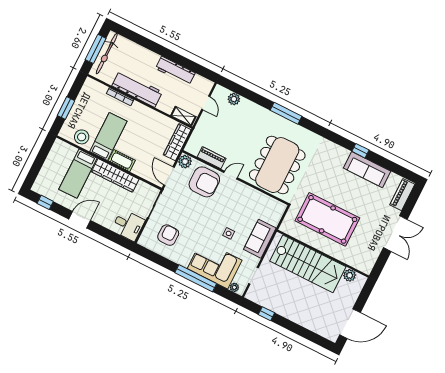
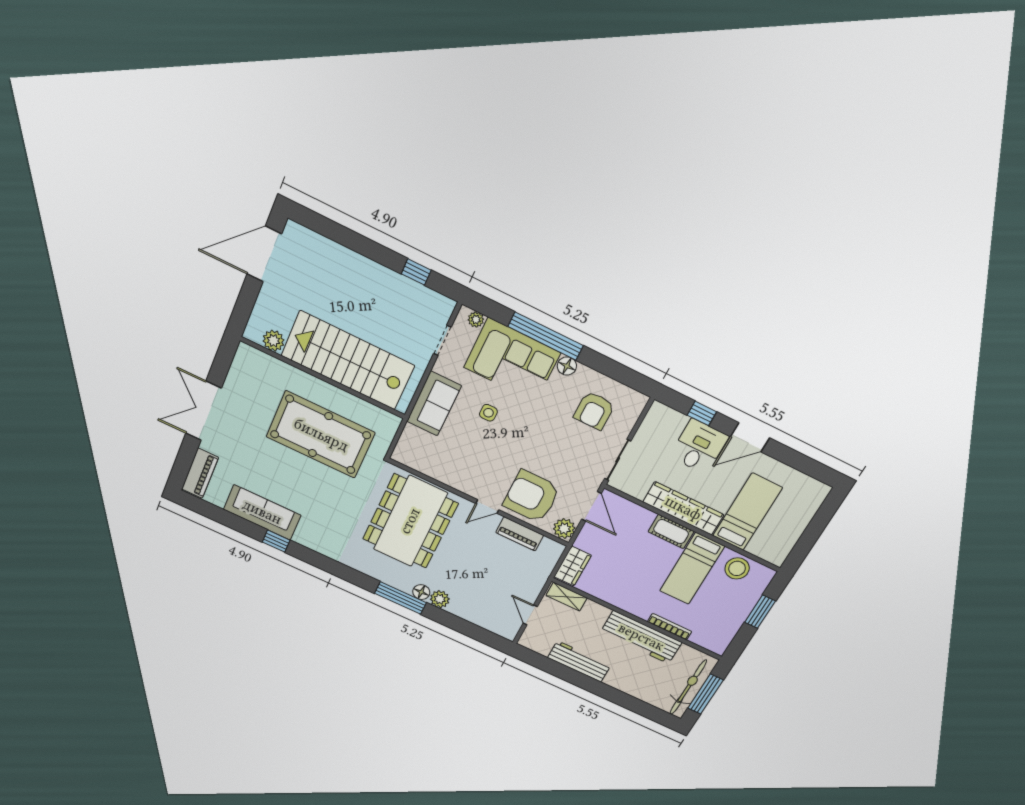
plant: (234, 99) -> (440, 599), moved
floor lamp: (273, 118) -> (421, 592), added
wardrobe: (177, 142) -> (573, 566), width x0.67
window: (45, 202) -> (702, 413), moved
desk: (128, 225) -> (699, 446), moved, turned 90
floor lamp: (184, 261) -> (567, 366), added

